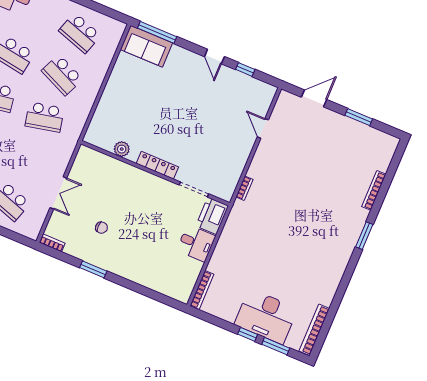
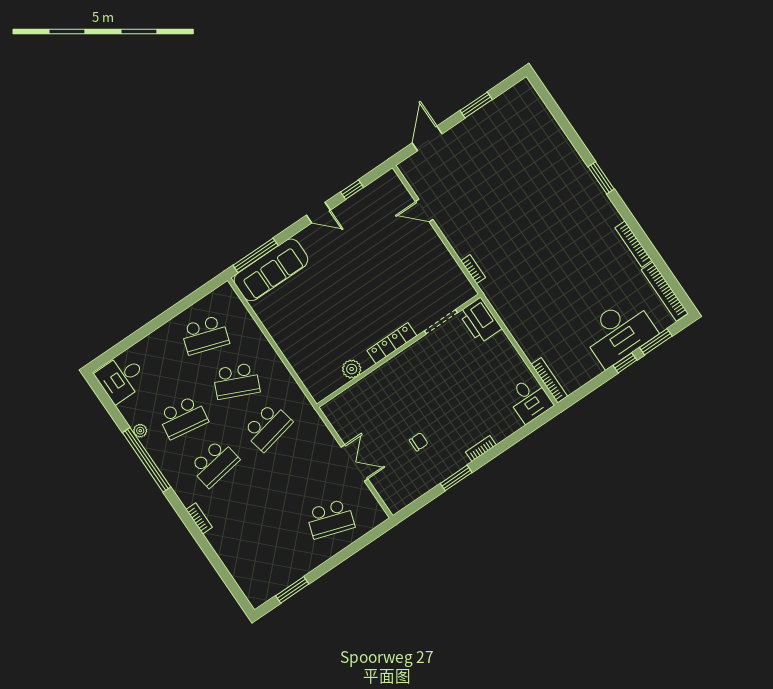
sofa: (146, 46) -> (271, 270), width x1.36
bookcase: (374, 190) -> (633, 244), moved
bookcase: (52, 243) -> (481, 449), moved
desk: (196, 243) -> (529, 400), moved, turned 90

